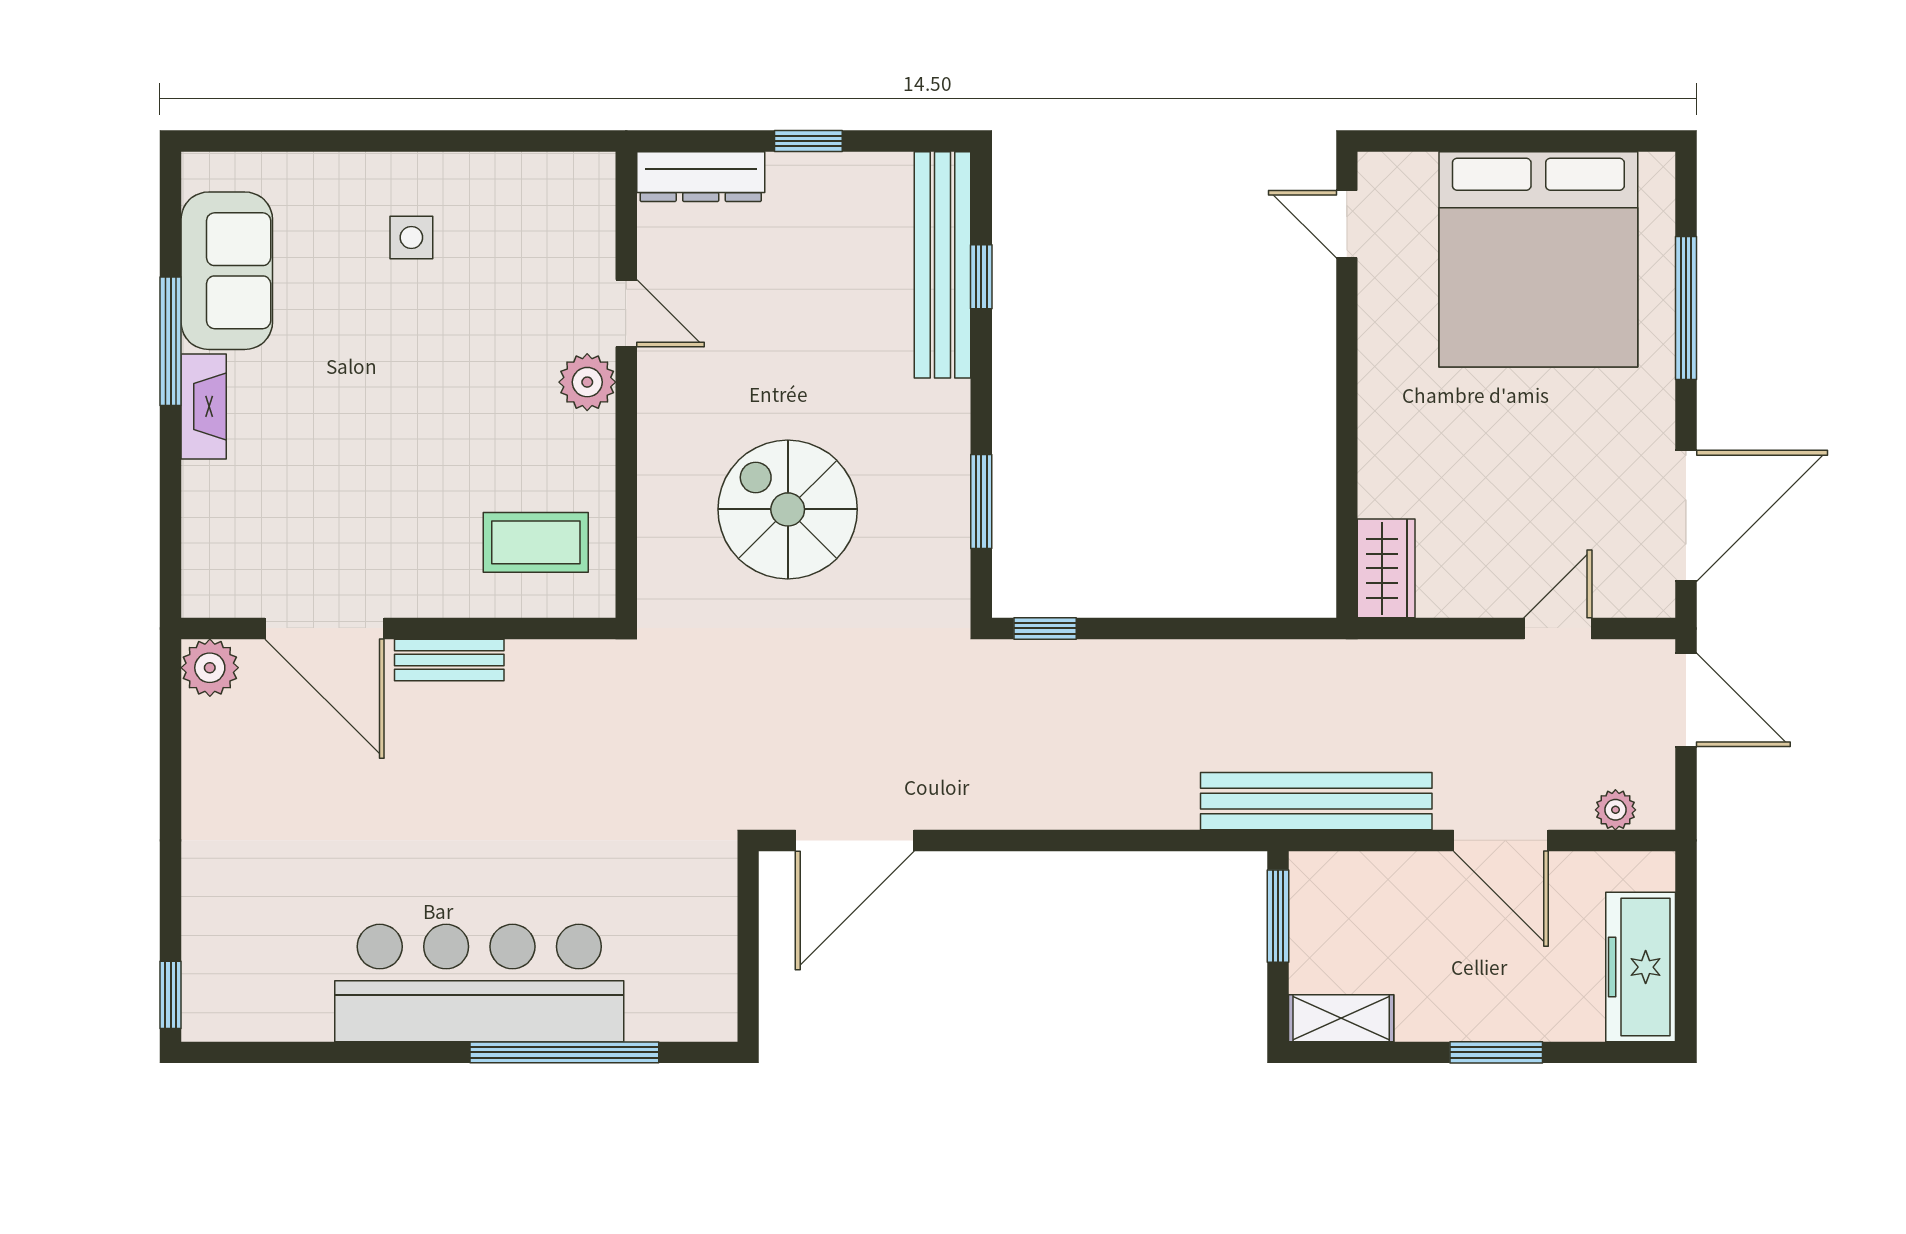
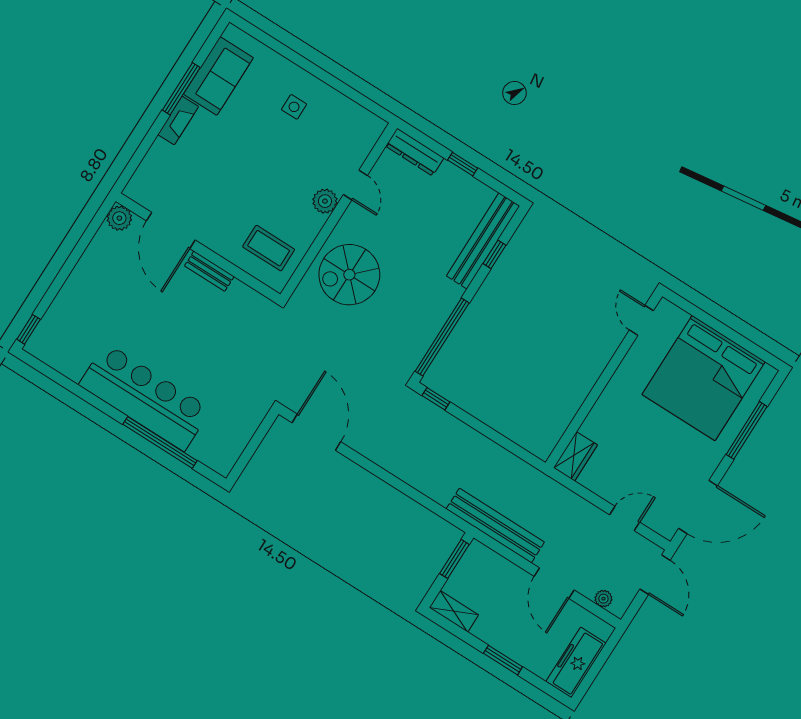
window: (981, 501) -> (442, 337), width x2.11
spiral stairs: (788, 509) -> (349, 275), moved, turned -90
door: (855, 840) -> (316, 432), swing flipped

